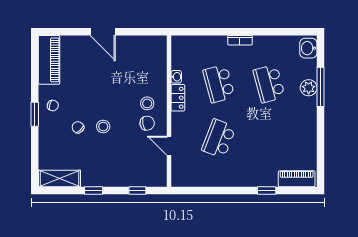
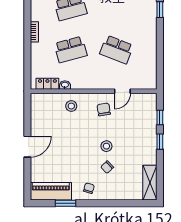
locker: (178, 98) -> (47, 84), moved
stool: (147, 103) -> (71, 106), moved
window: (35, 114) -> (65, 203), moved
window: (94, 190) -> (160, 142), moved

